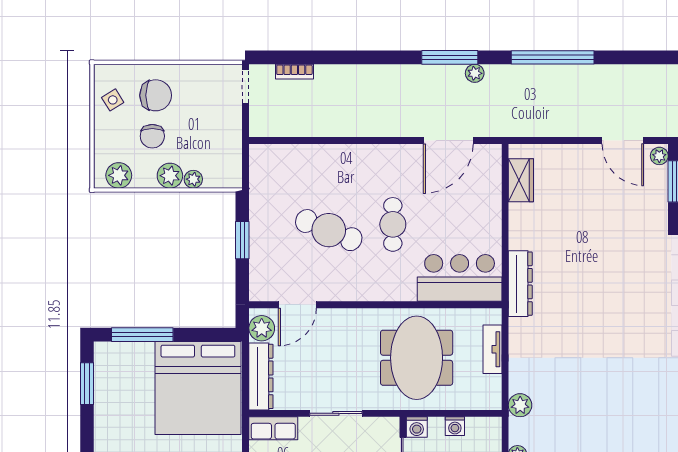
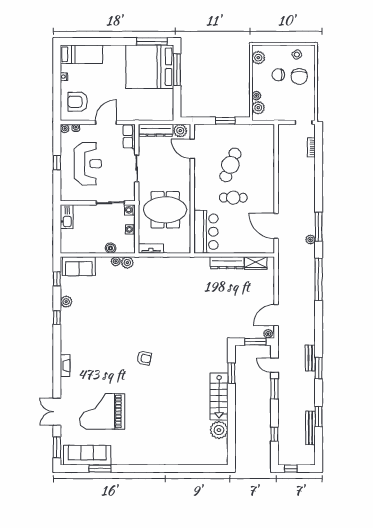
plant: (170, 176) -> (258, 108), moved
dresser: (520, 284) -> (227, 263), moved
tv unit: (492, 349) -> (151, 249), moved
window: (87, 384) -> (152, 41), width x1.44
bed: (198, 388) -> (150, 67), moved
plant: (520, 405) -> (127, 263), moved

